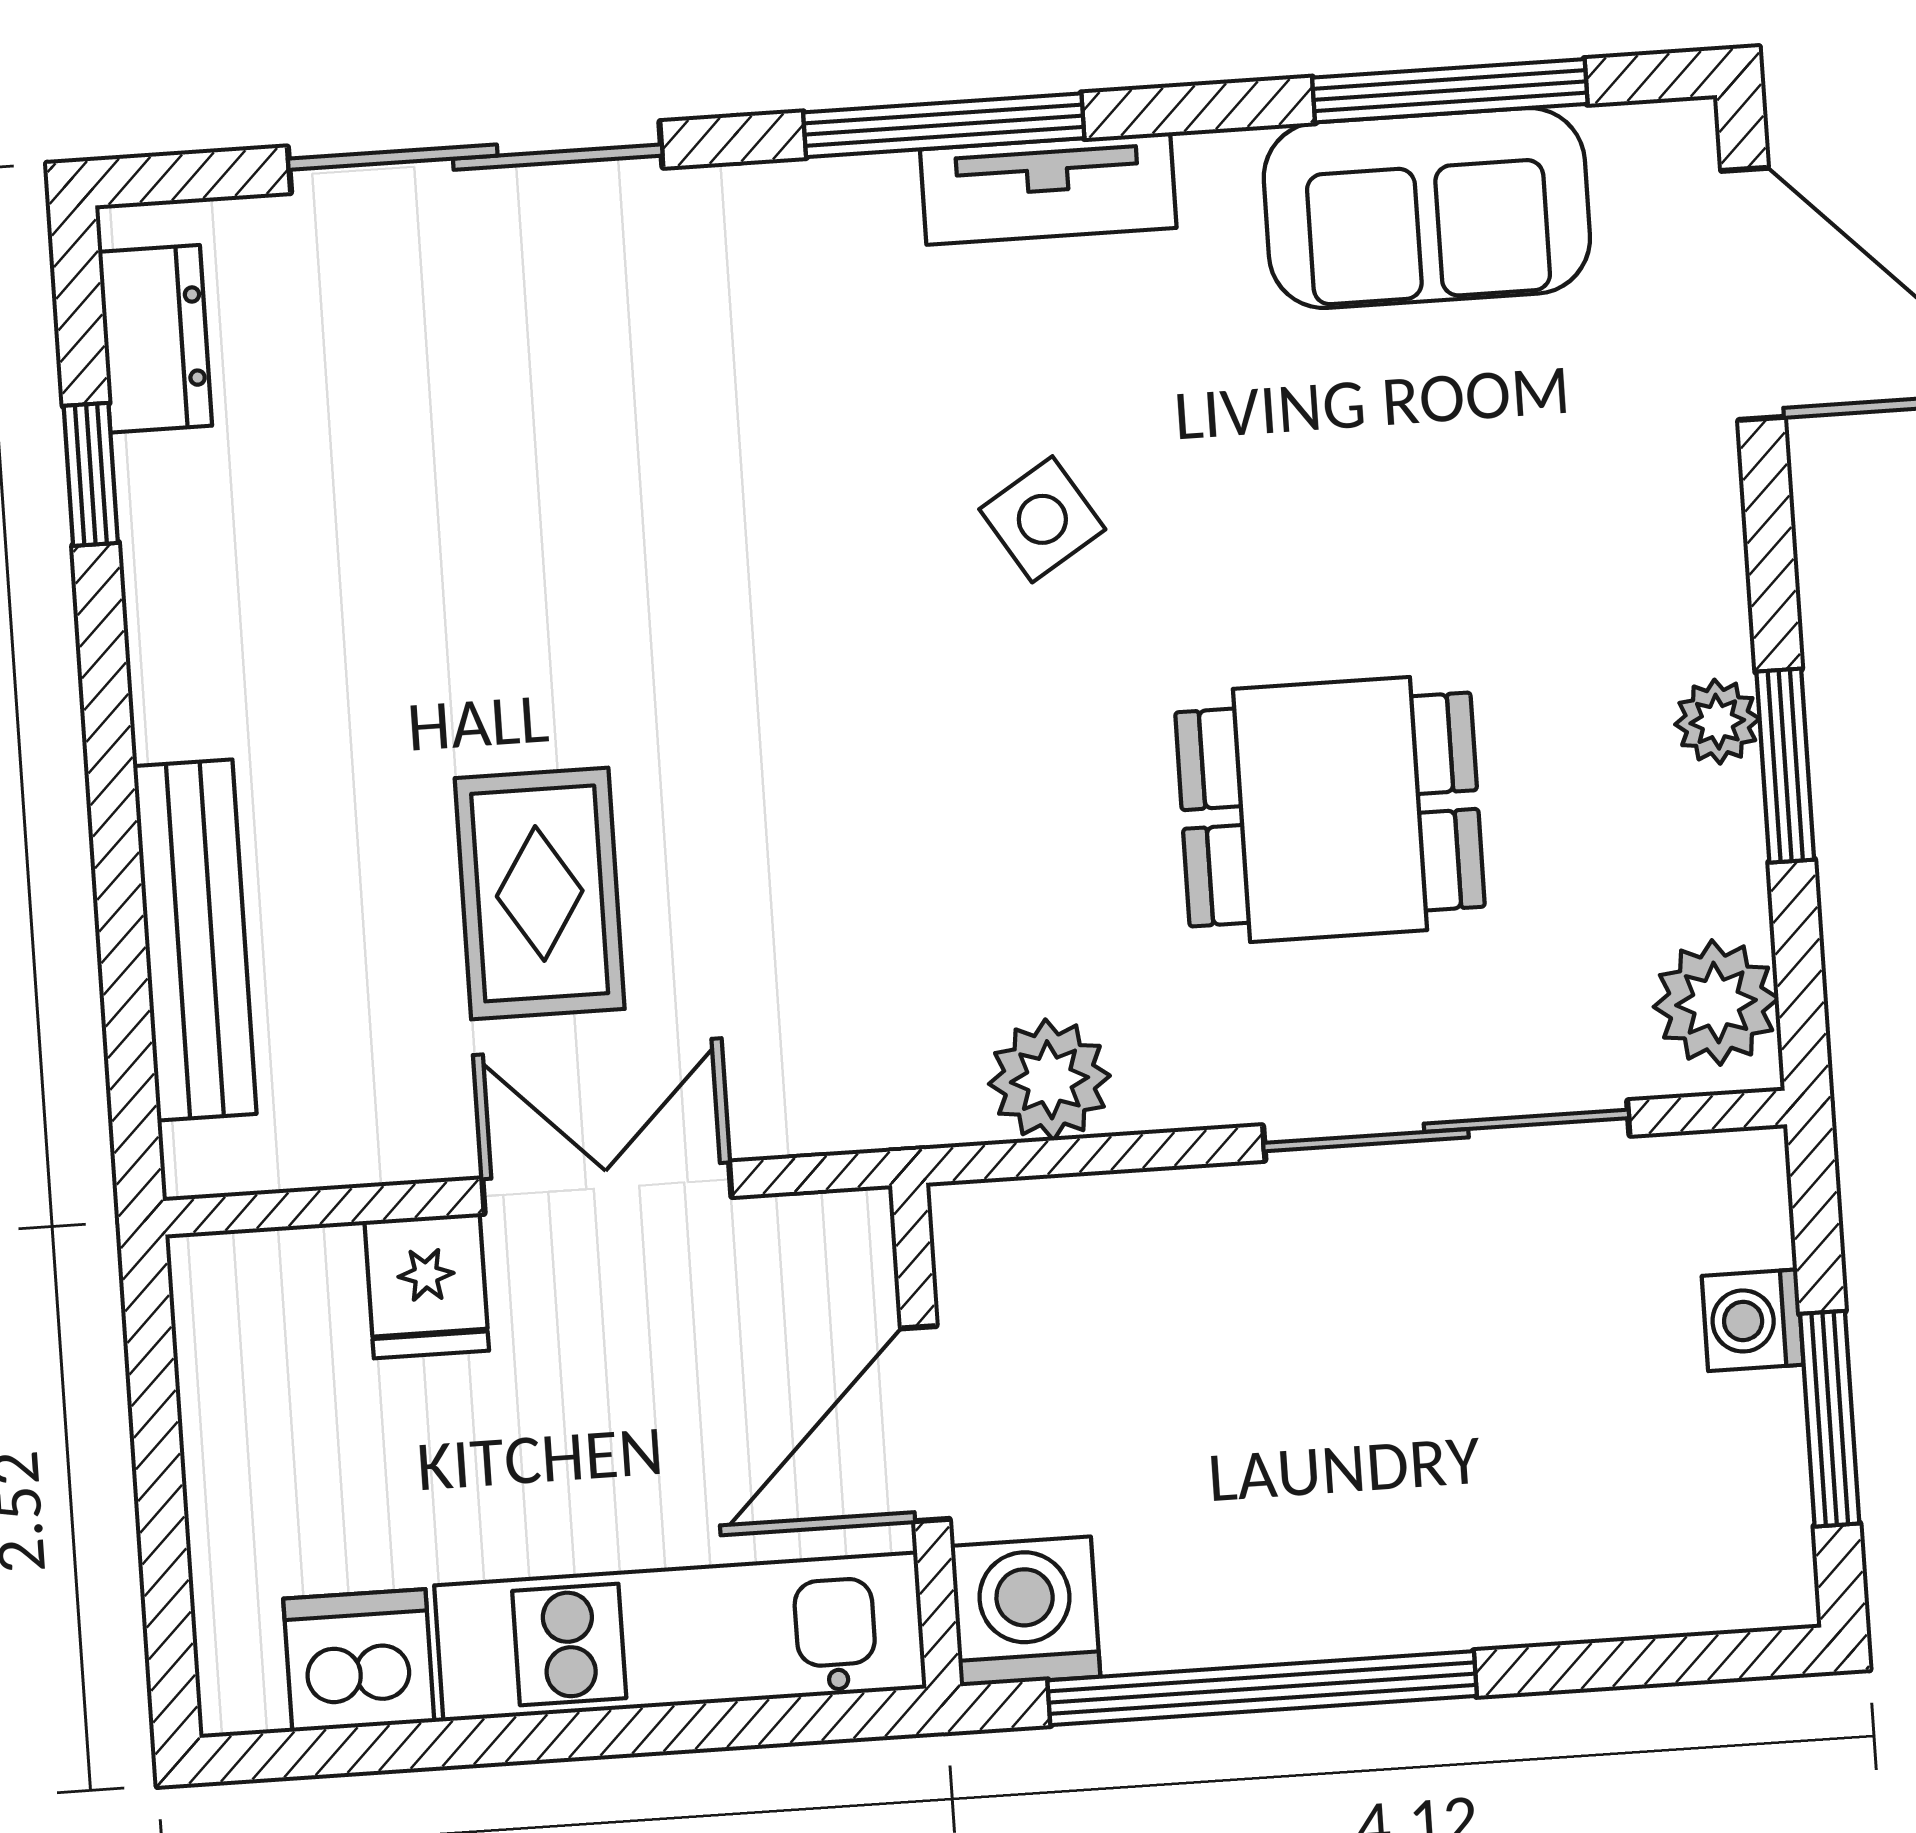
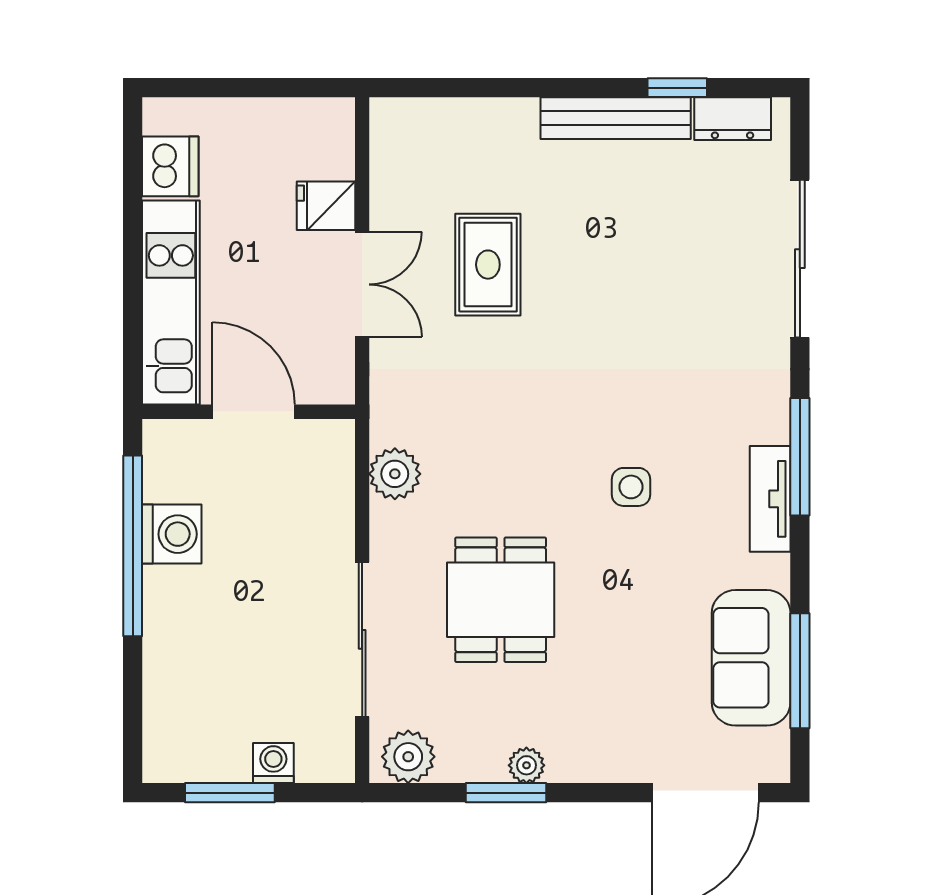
side table: (1042, 519) -> (631, 487), turned 32
rug: (540, 893) -> (488, 265), turned 90
bench: (195, 940) -> (616, 118), moved
washing machine: (1025, 1611) -> (172, 534), moved

